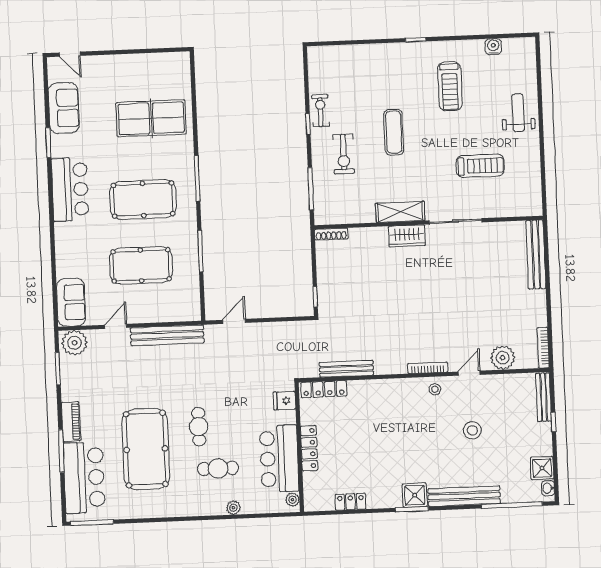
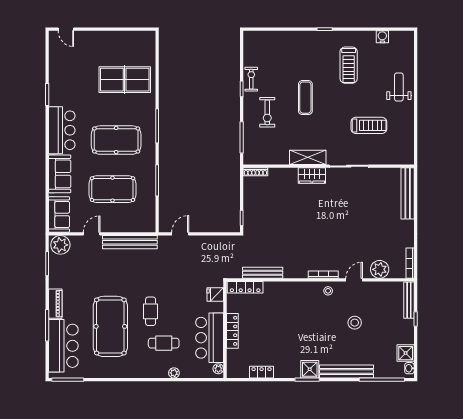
sofa: (64, 108) -> (60, 174), moved

